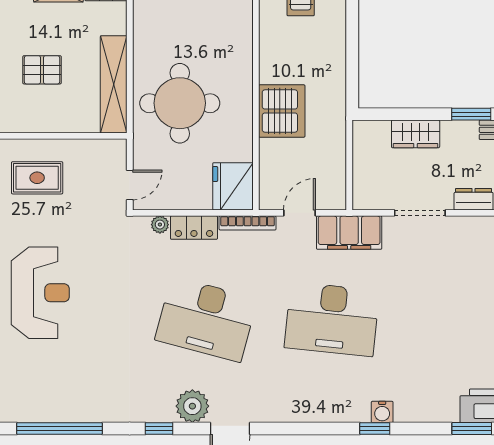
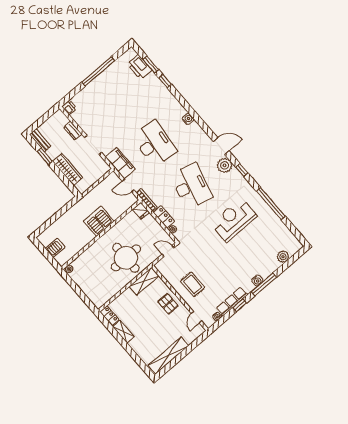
pallet: (42, 70) -> (168, 304), moved
shelving: (114, 84) -> (144, 281), width x0.68
wardrobe: (416, 134) -> (68, 169), width x1.50
fridge: (233, 186) -> (141, 211), width x0.53, depth x0.75
reception desk: (40, 293) -> (234, 220), moved
water cooler: (382, 412) -> (188, 119), moved
window: (375, 429) -> (165, 81), moved

